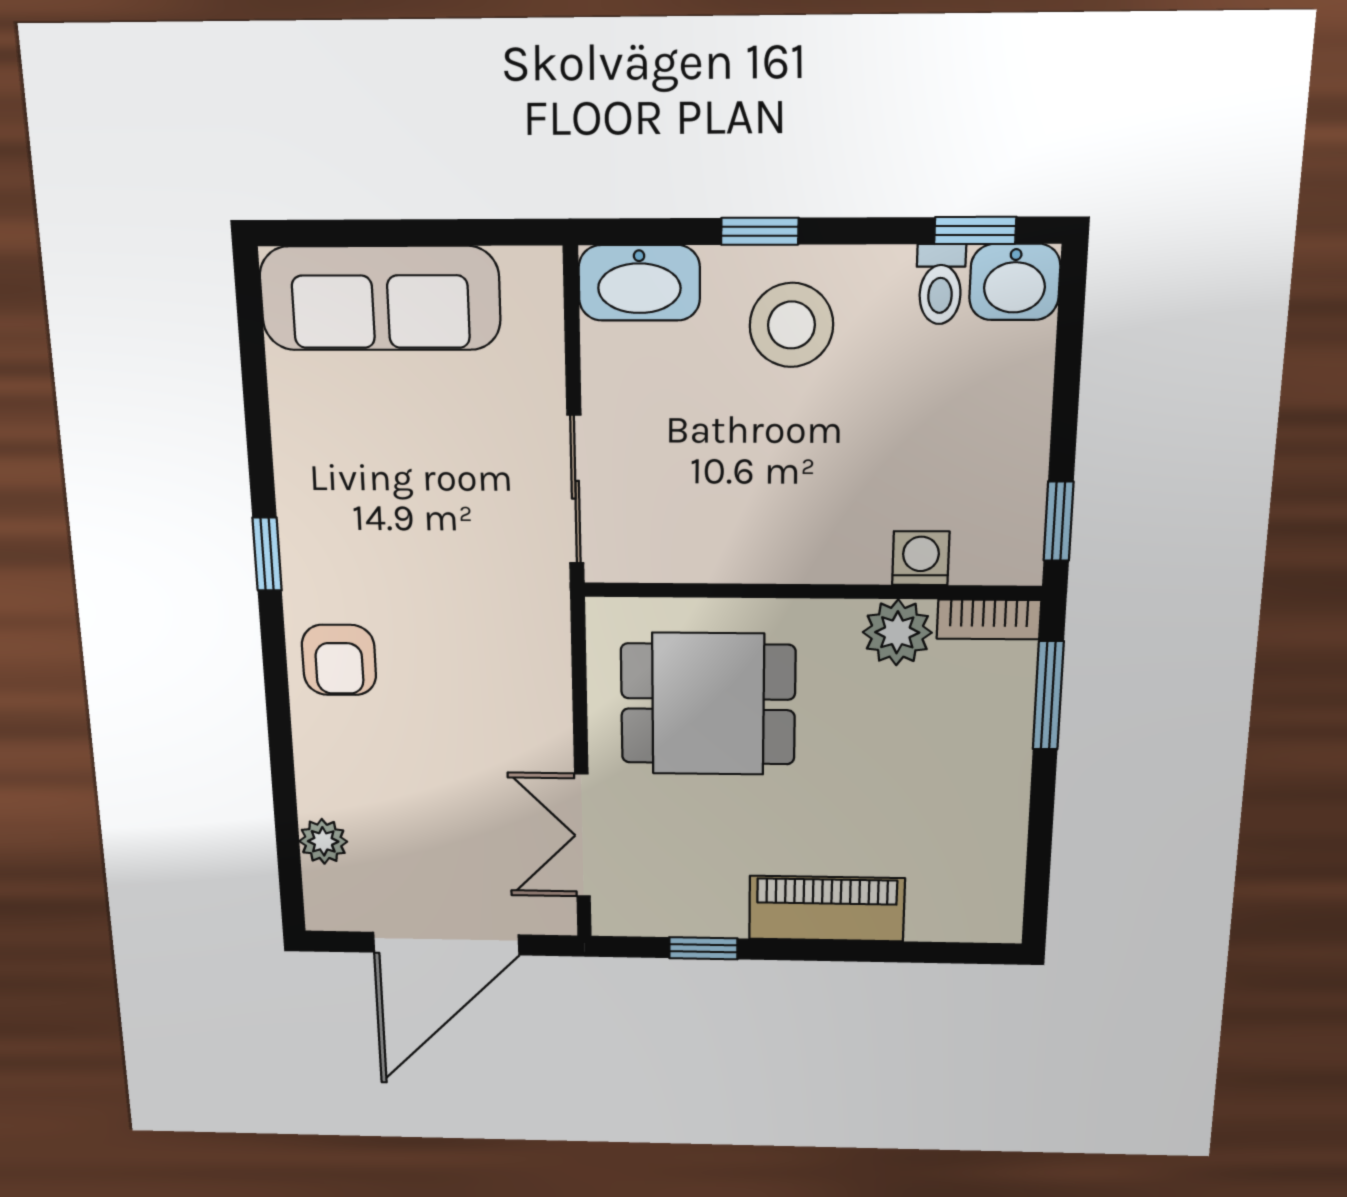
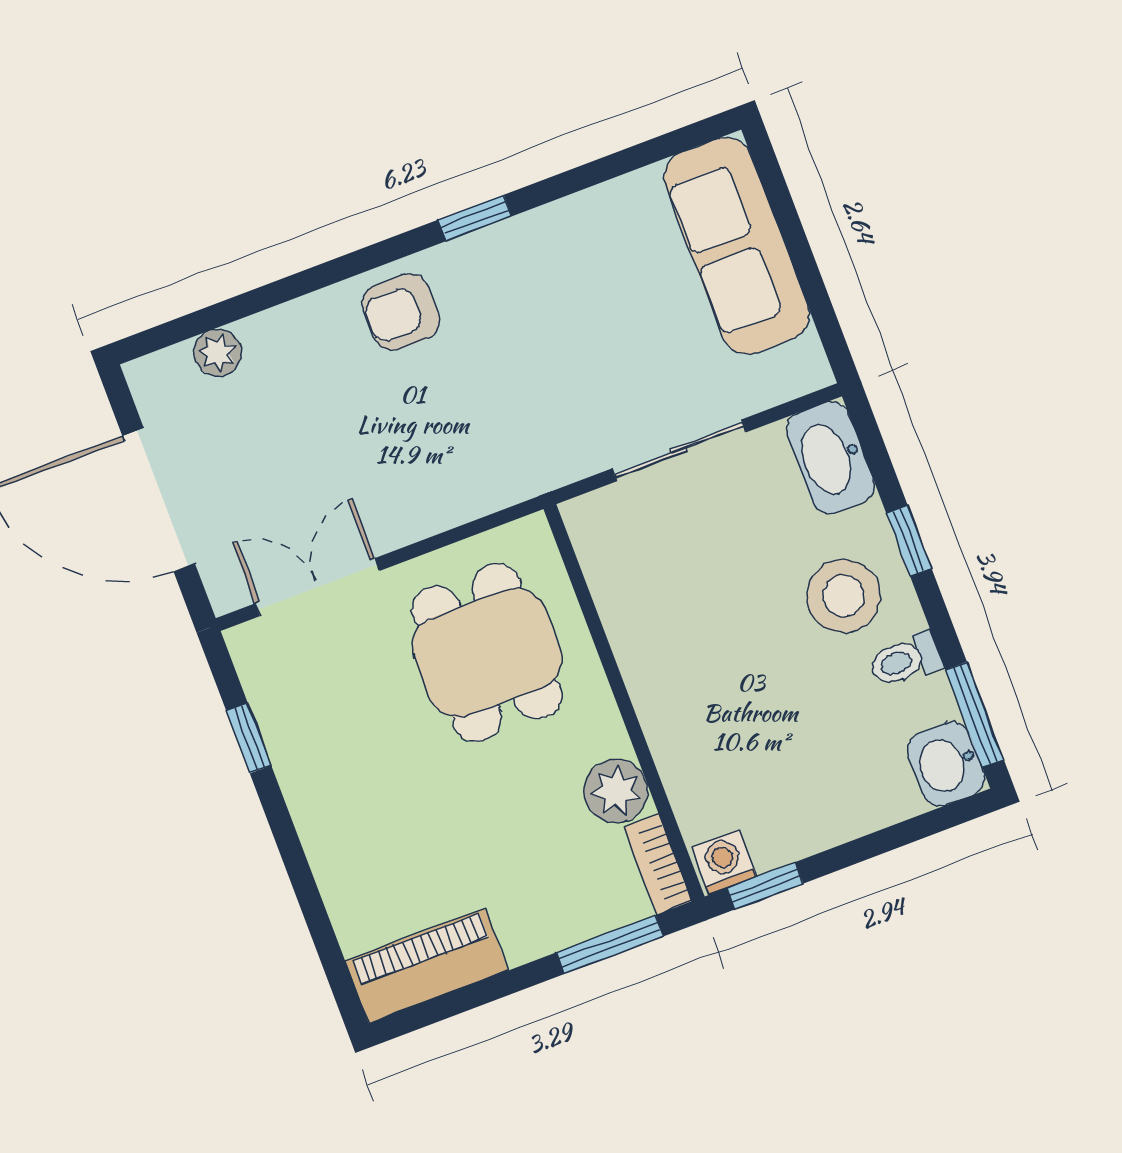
window: (975, 230) -> (975, 715), width x1.50
toilet: (940, 284) -> (905, 660), moved
sliding door: (575, 490) -> (679, 450), moved
washing machine: (921, 558) -> (724, 862), moved, turned -90
piano: (827, 909) -> (427, 966), moved, turned -90

